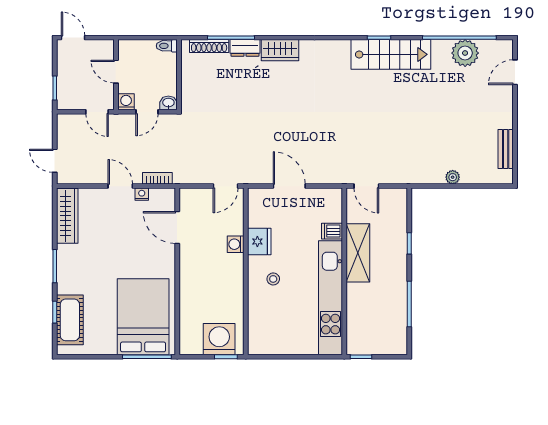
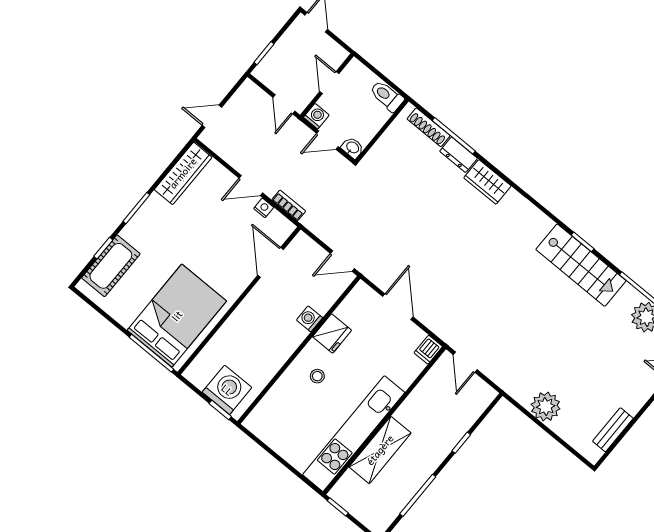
toilet: (167, 46) -> (387, 96), width x1.37, depth x1.39
door: (55, 161) -> (212, 116), hinge flipped
plant: (453, 177) -> (546, 407), width x1.87, depth x1.87
door: (120, 186) -> (251, 185), swing flipped
dishwasher: (332, 231) -> (428, 350), moved, turned -90
shelving: (358, 253) -> (380, 450), moved

